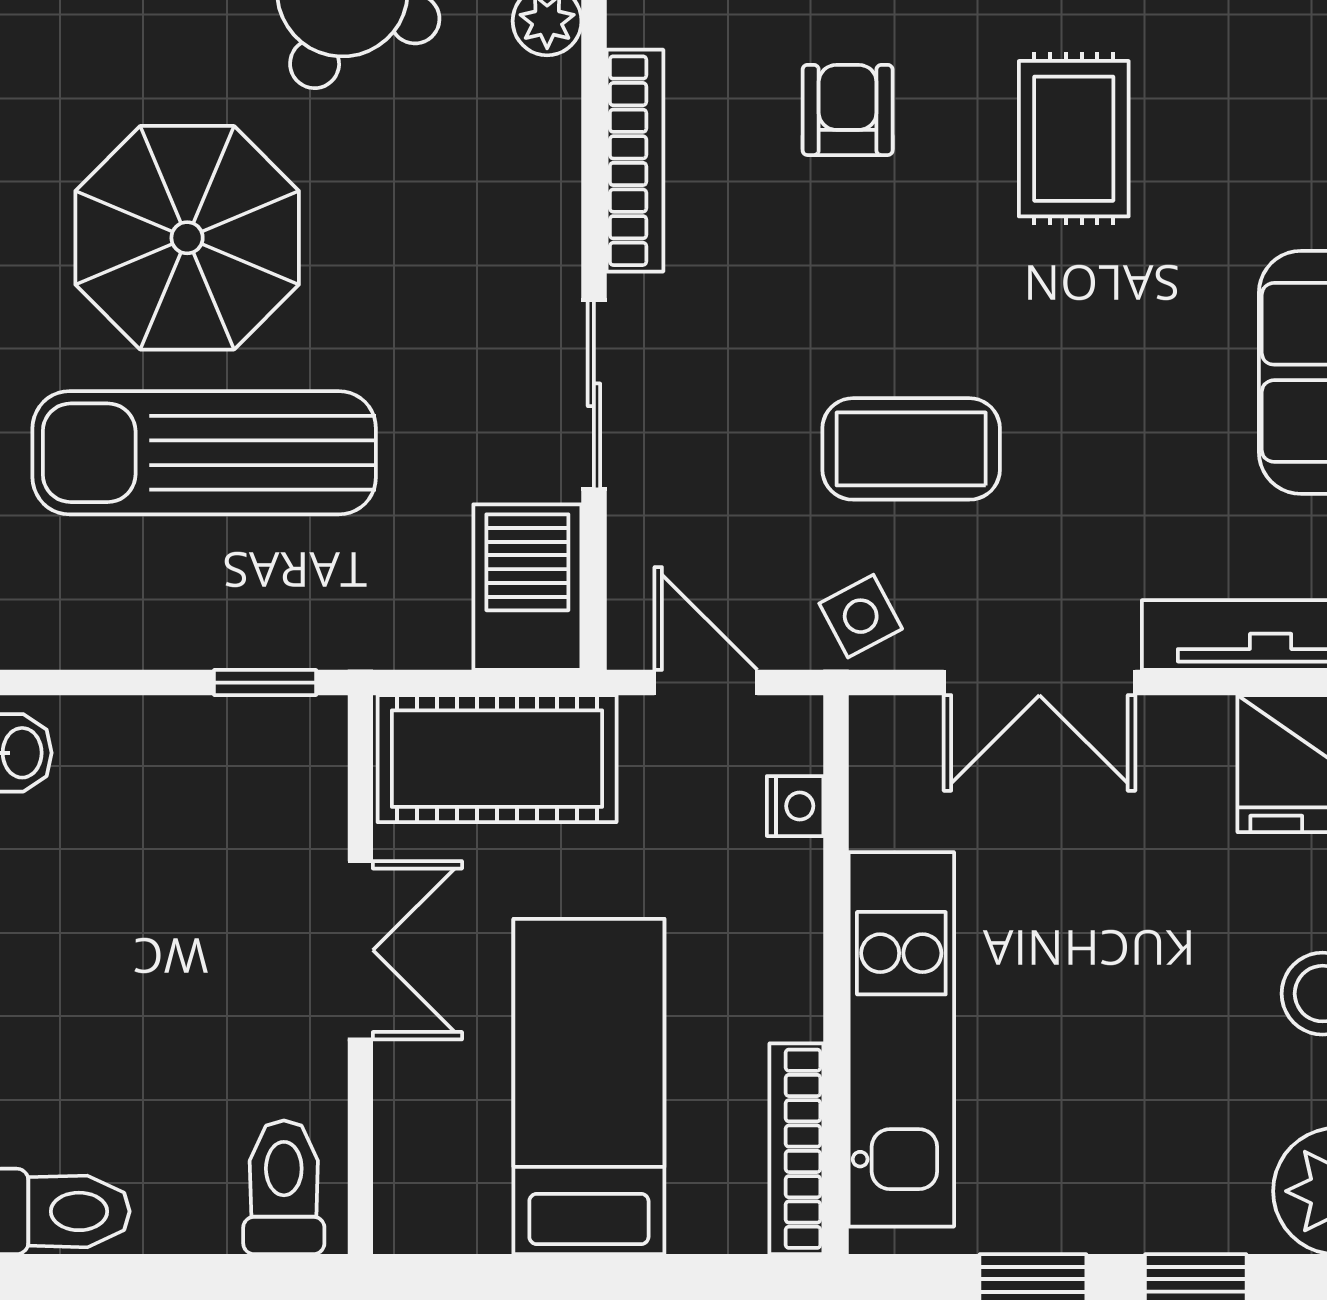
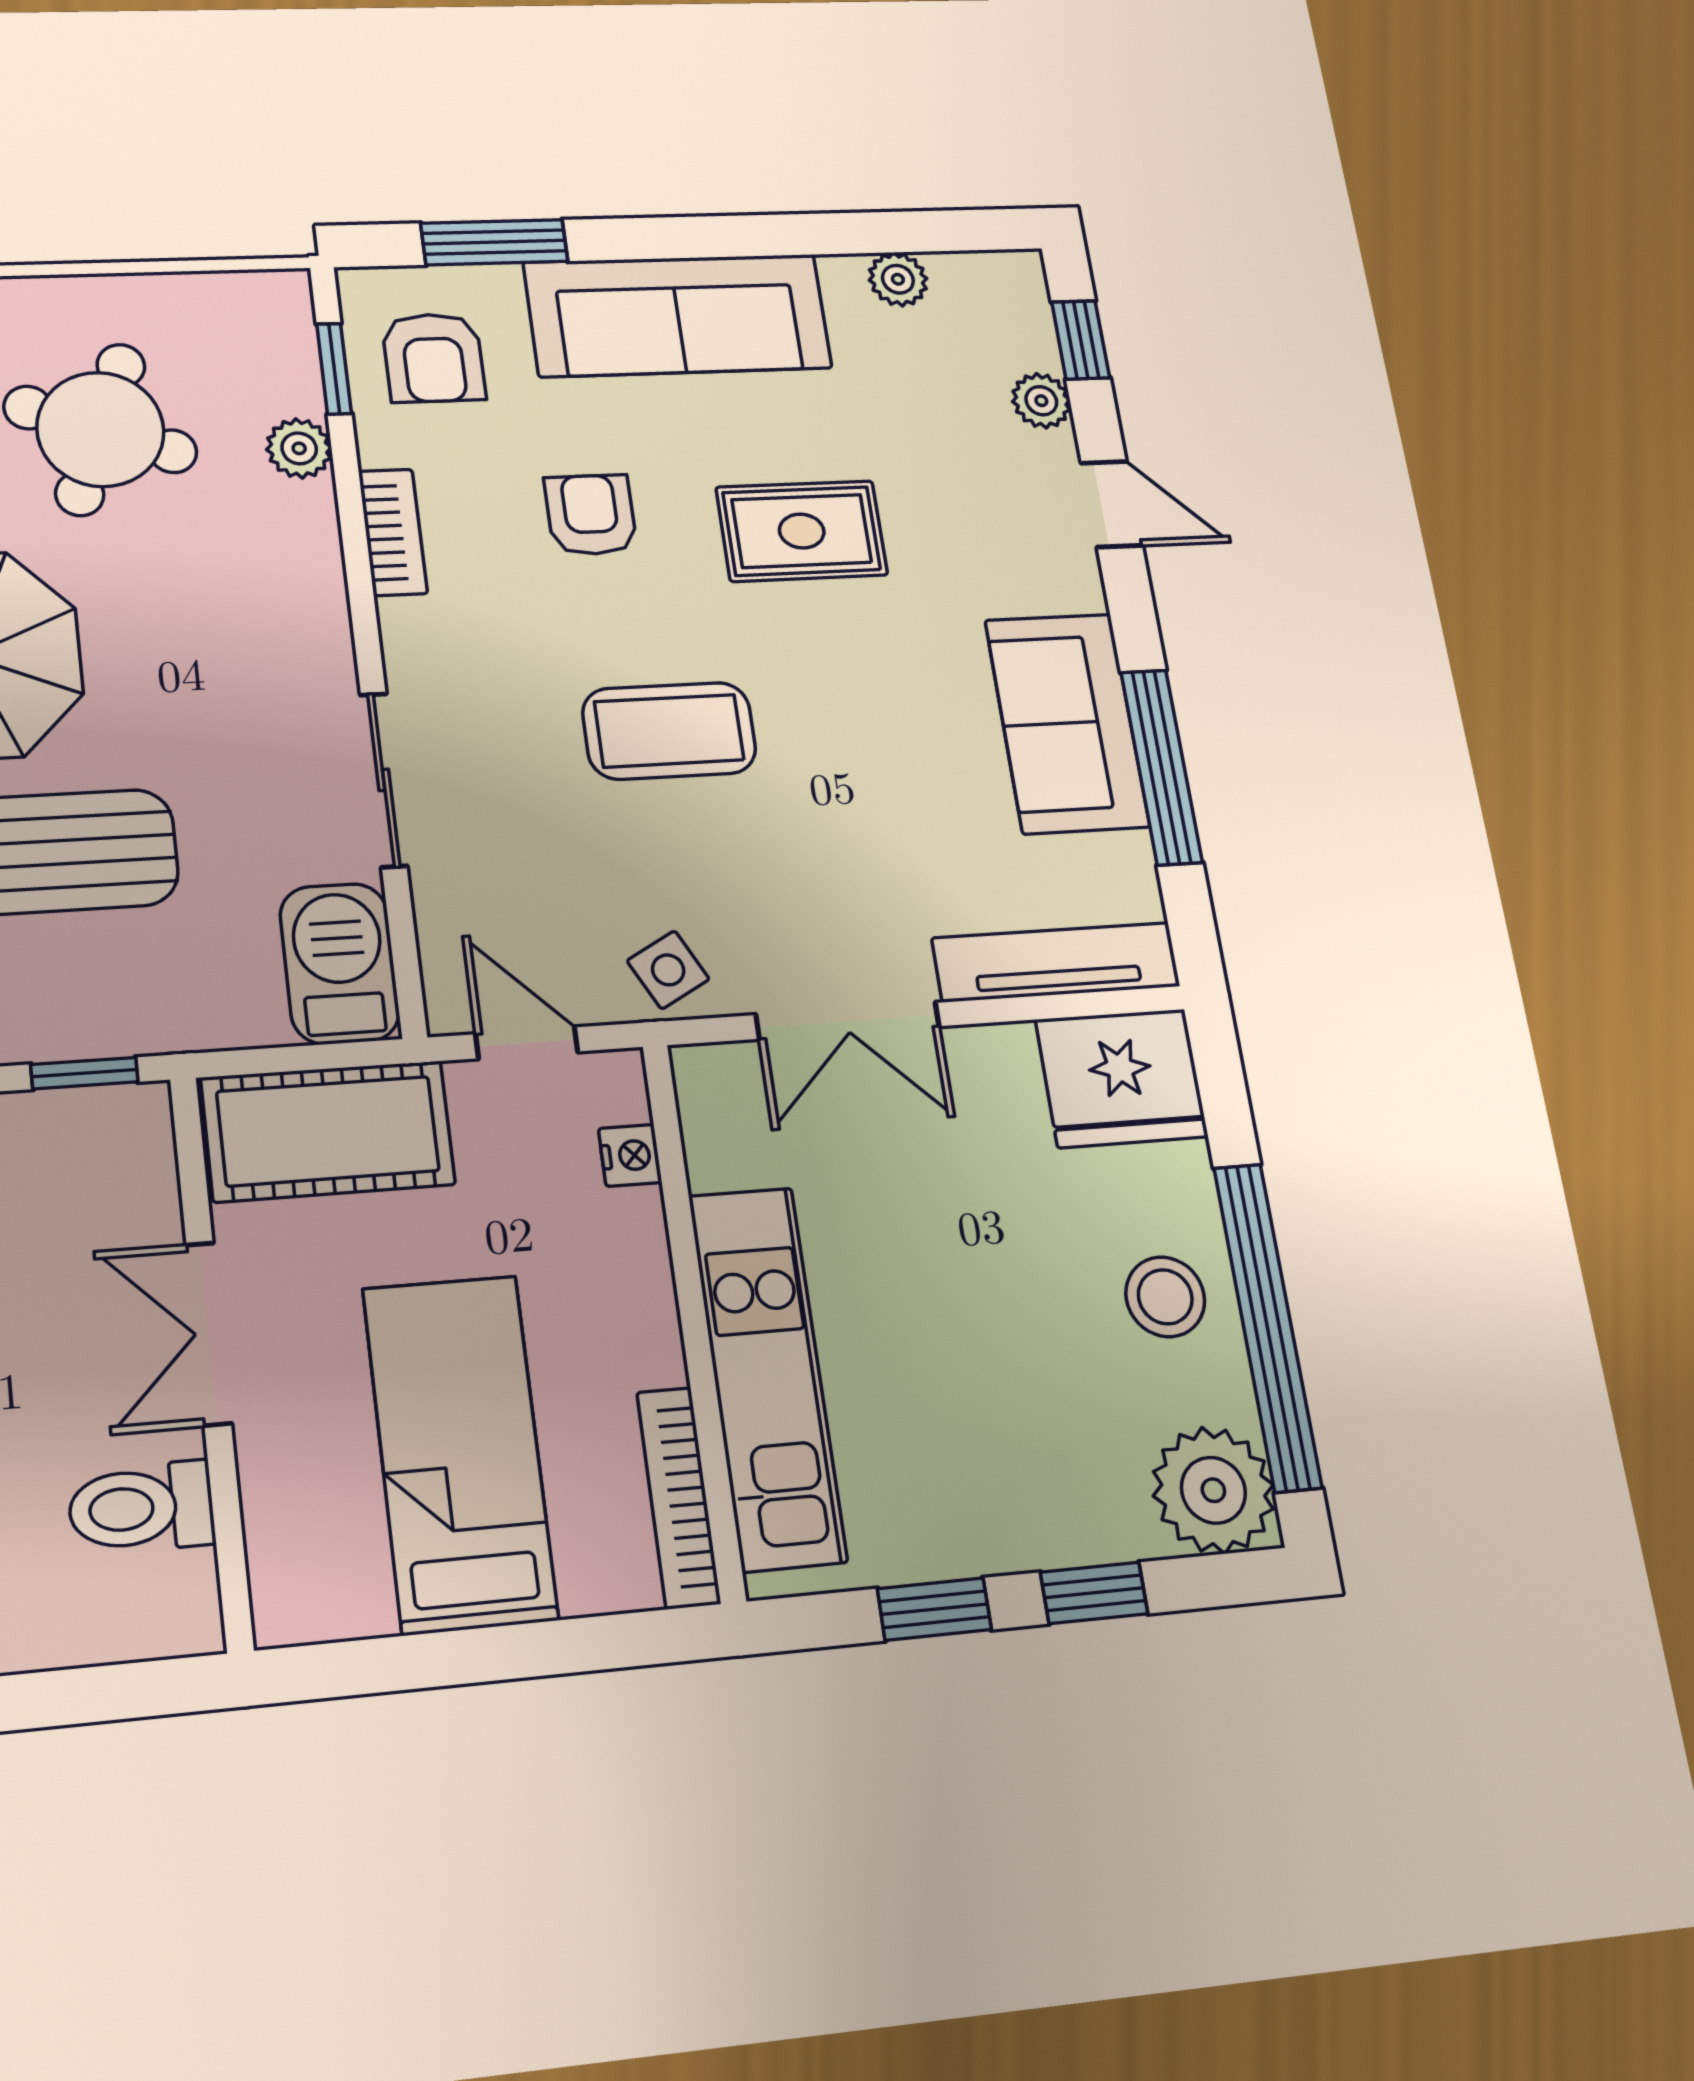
rug: (1074, 139) -> (802, 531), turned 90
bookcase: (635, 161) -> (393, 532), width x0.64
coffee table: (911, 449) -> (669, 731), moved
double door: (360, 950) -> (209, 1334), swing flipped
toilet: (284, 1187) -> (141, 1508), moved, turned -90

